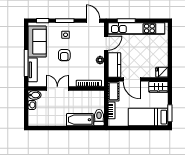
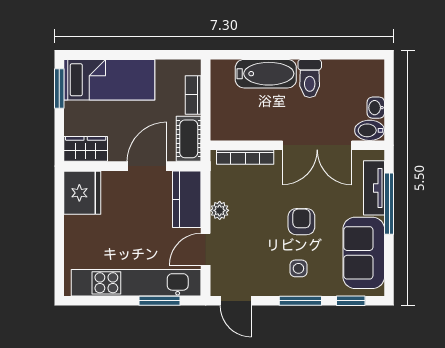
fridge: (162, 72) -> (82, 193), width x1.88, depth x1.34
door: (132, 79) -> (147, 166), hinge flipped
double door: (57, 89) -> (317, 145), width x1.37
toilet: (99, 118) -> (310, 78), moved

